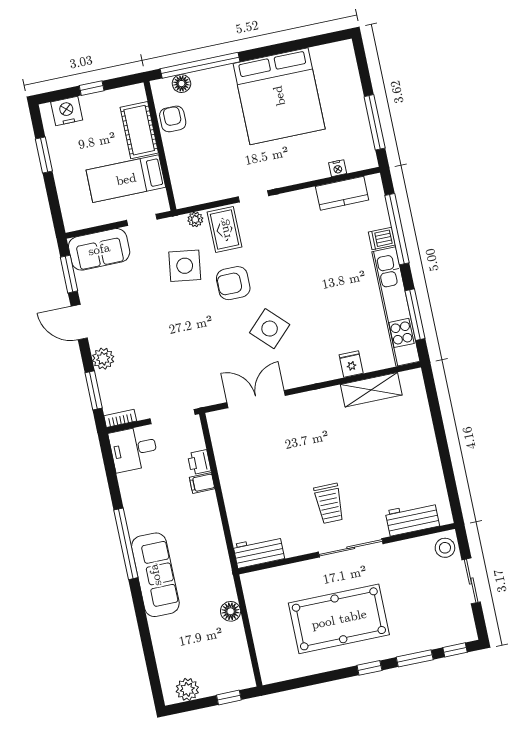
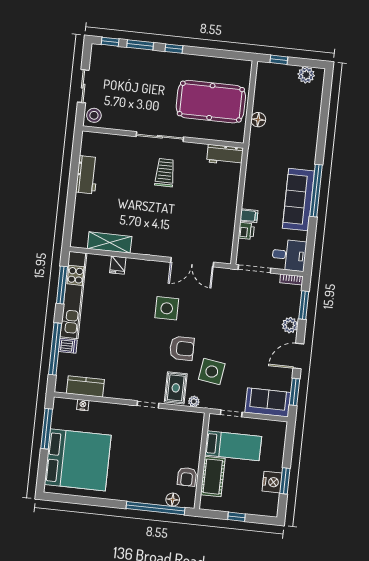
bed: (279, 96) -> (78, 460), moved, turned 90
nightstand: (67, 111) -> (272, 482), moved, turned -90
door: (79, 322) -> (298, 356), swing flipped
side table: (270, 329) -> (167, 308), turned 45
workbench: (412, 519) -> (87, 175), moved, turned -90
sofa: (155, 575) -> (298, 200), moved
pool table: (339, 619) -> (211, 102), moved

